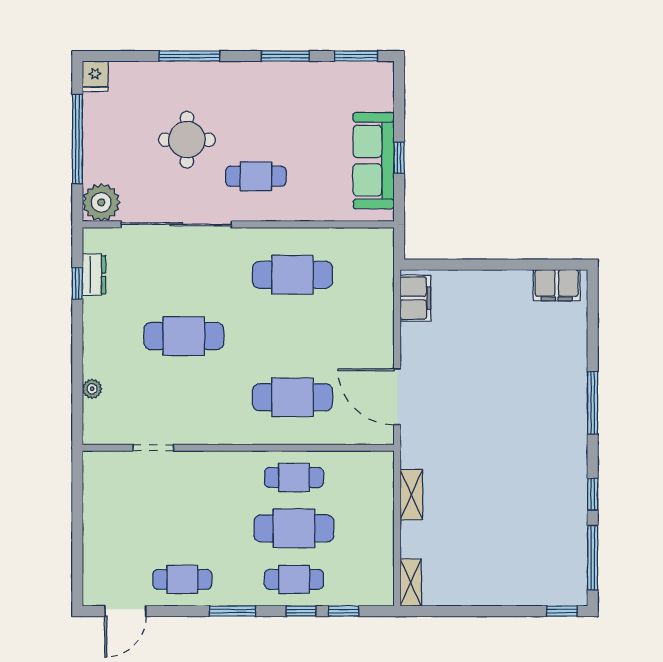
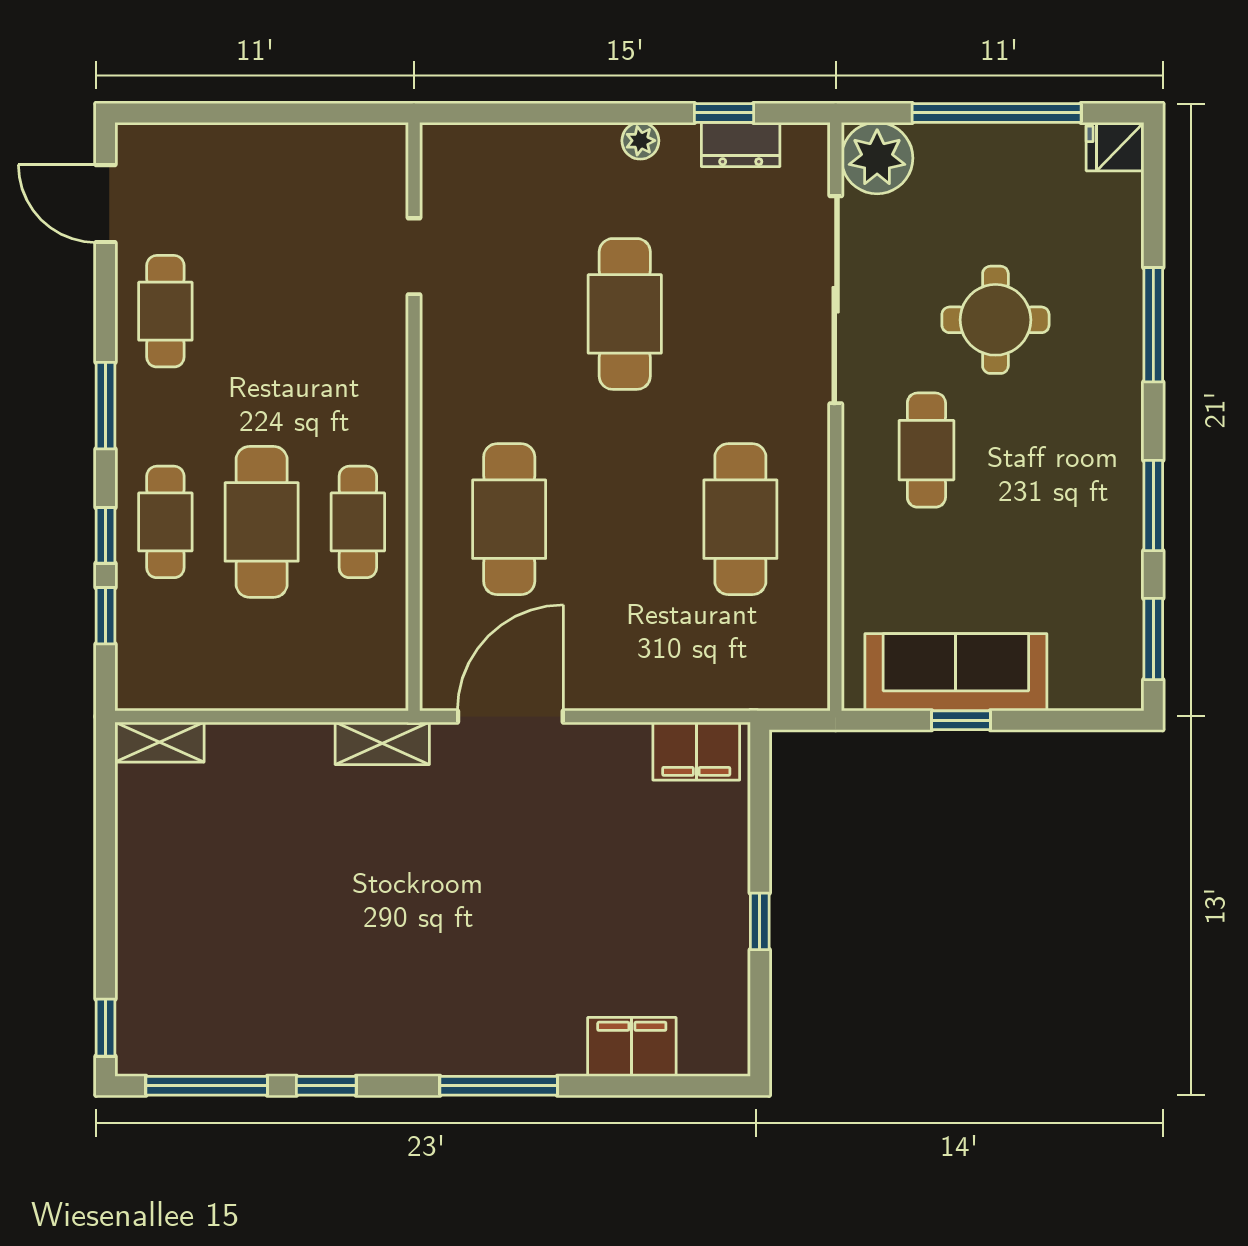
window: (506, 265) -> (760, 921), added
filing cabinet: (557, 285) -> (632, 1047), moved, turned 90
plant: (92, 389) -> (640, 141), moved
shelving: (411, 495) -> (382, 743), moved

